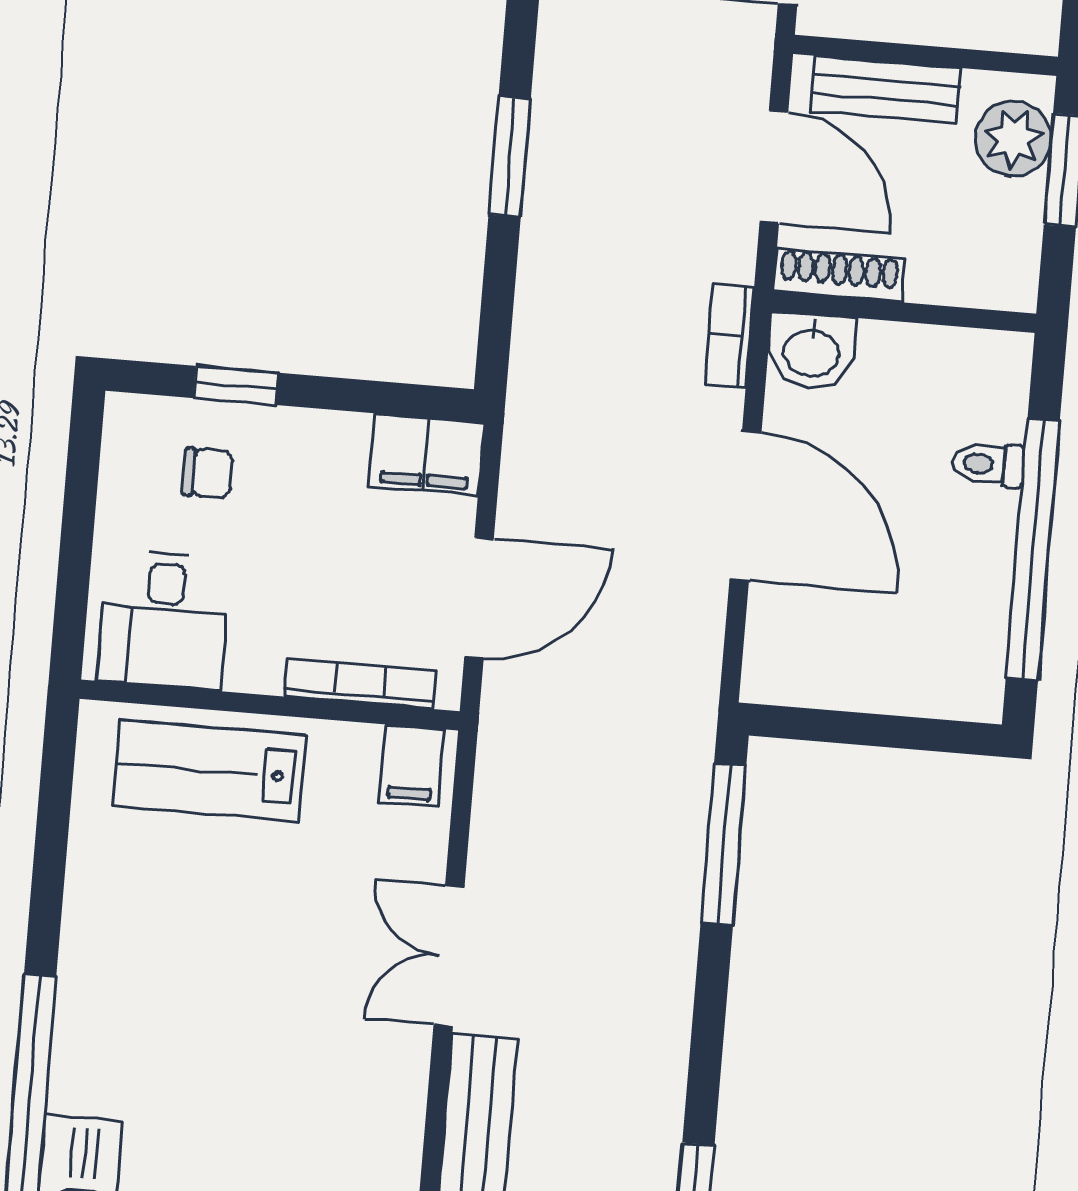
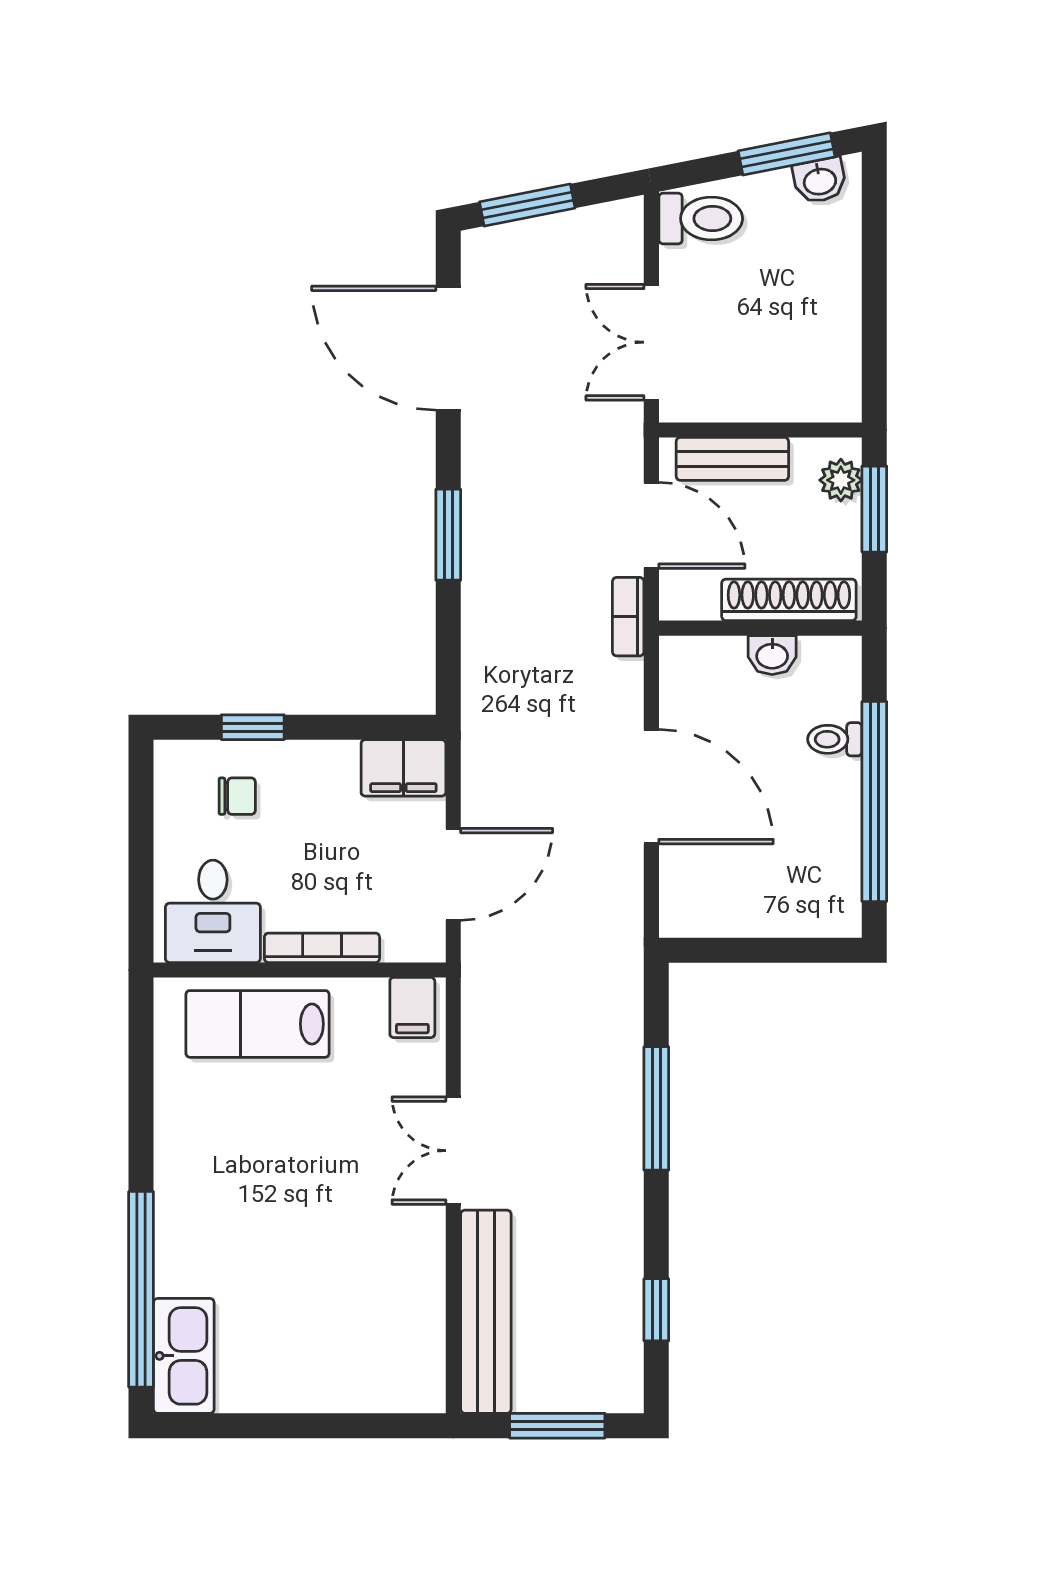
plant: (1013, 138) -> (841, 480), width x0.73, depth x0.73
shoe rack: (839, 275) -> (789, 600), moved, width x1.36, depth x1.24
bookcase: (730, 335) -> (628, 617), moved
washbasin: (812, 351) -> (772, 655), moved, width x0.72, depth x0.69
bookcase: (360, 684) -> (322, 948), moved
window: (723, 845) -> (656, 1108), moved

